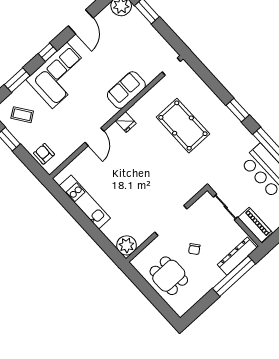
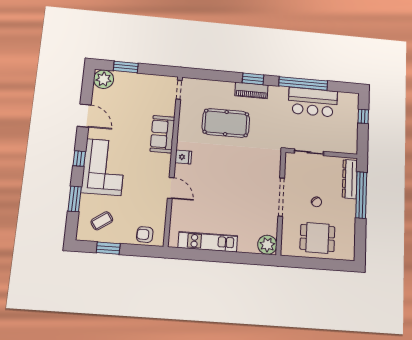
piano: (255, 225) -> (251, 90), moved, turned 180

